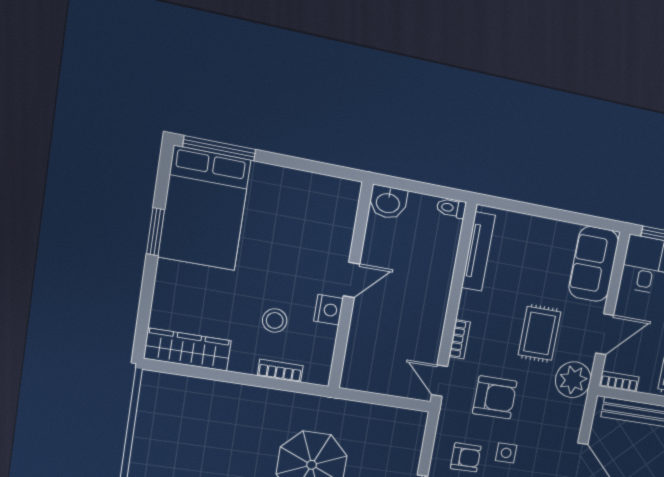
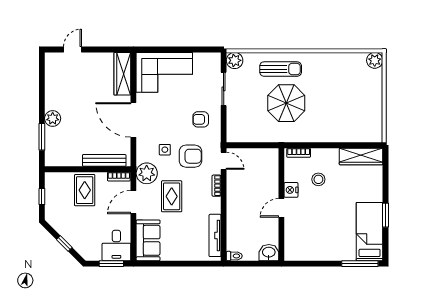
bed: (204, 208) -> (370, 232), width x0.67
bookcase: (280, 371) -> (299, 153), moved
armchair: (495, 397) -> (190, 156), turned 180
side table: (506, 453) -> (165, 150), moved

